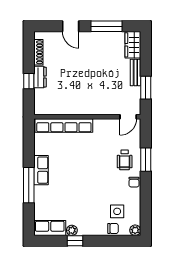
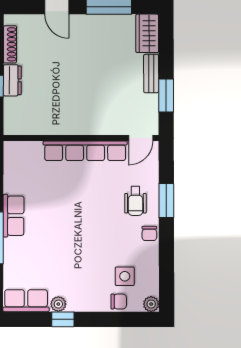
row of seats: (64, 126) -> (85, 151), moved

